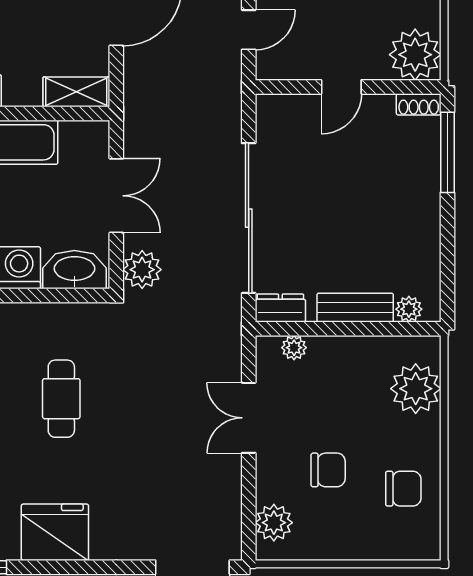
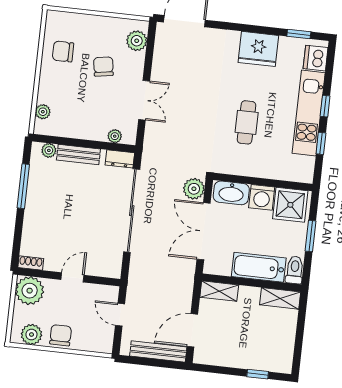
door: (249, 30) -> (120, 315), hinge flipped
window: (447, 152) -> (23, 186), moved
double door: (116, 196) -> (204, 231), width x1.37
plant: (416, 389) -> (43, 112), width x0.53, depth x0.53
chair: (328, 470) -> (103, 66), turned 81

